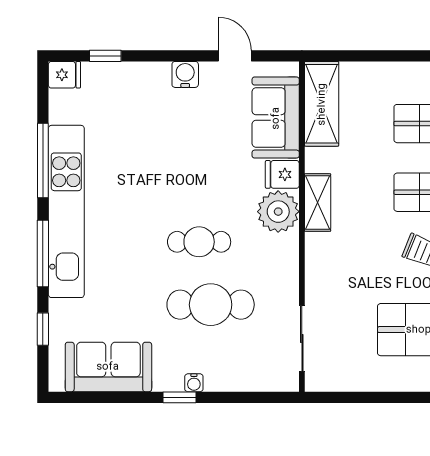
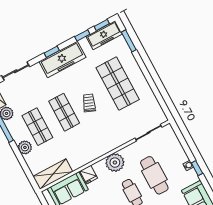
plant: (404, 77) -> (25, 147), added
shelving: (318, 203) -> (92, 155), removed
plant: (278, 212) -> (115, 163), moved

